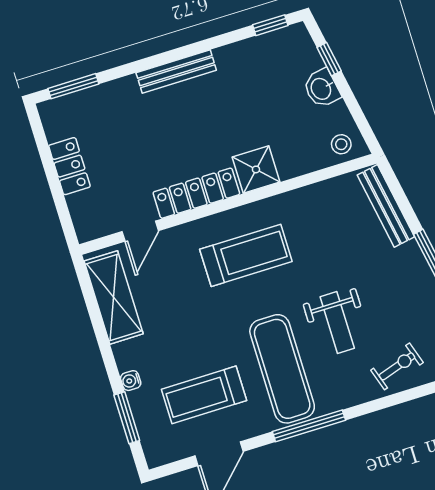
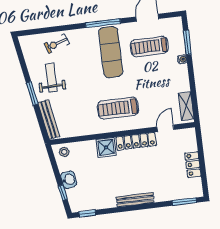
shelving: (114, 297) -> (186, 106), width x0.67, depth x0.75
weight bench: (337, 323) -> (51, 78), moved
treadmill: (204, 395) -> (149, 47), turned 180

